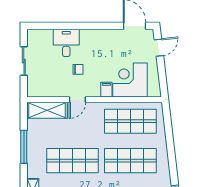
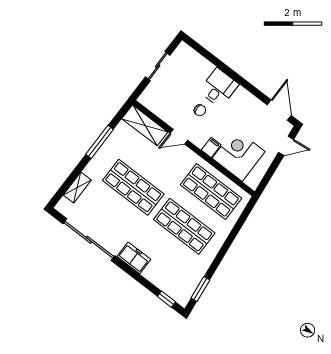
desk: (66, 43) -> (219, 88), moved

